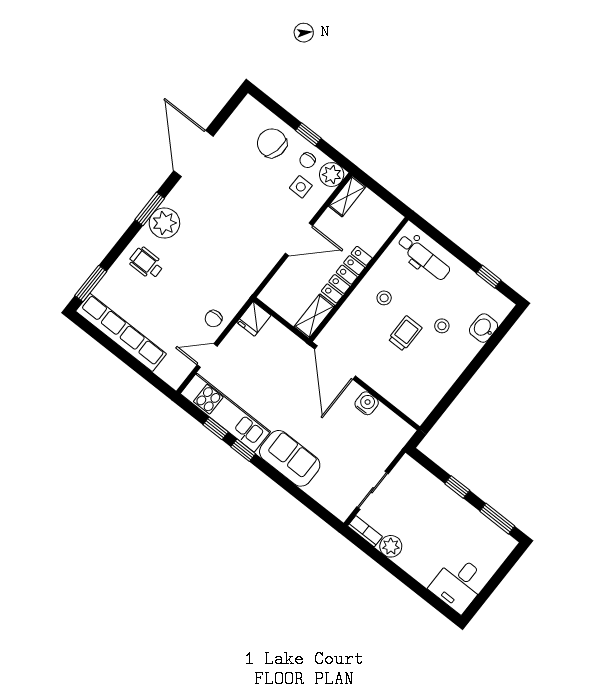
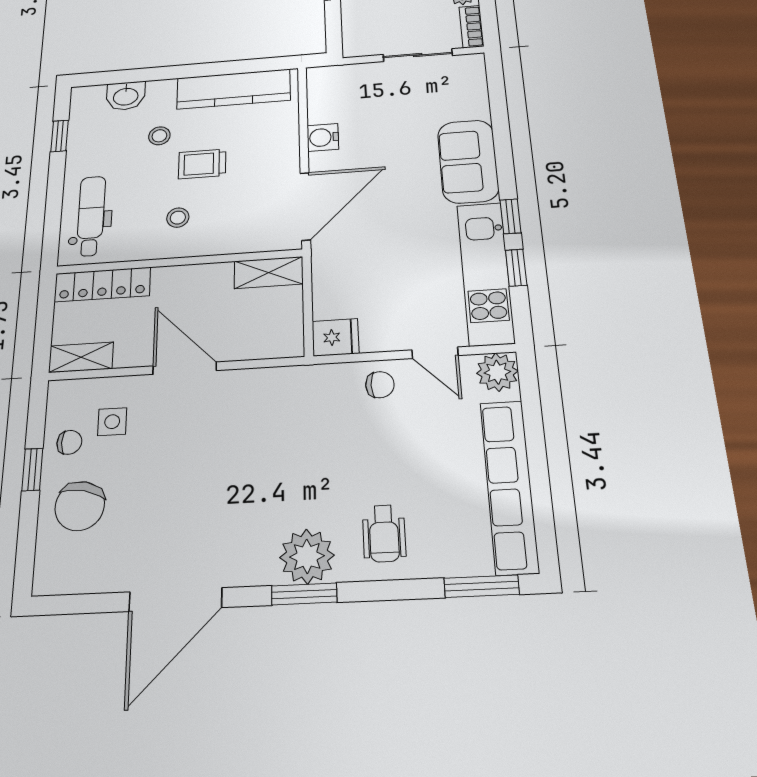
plant: (332, 175) -> (497, 372), moved
locker: (347, 275) -> (102, 285), moved
kitchen counter: (437, 384) -> (233, 89), added

